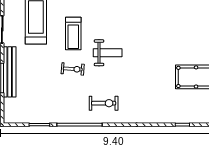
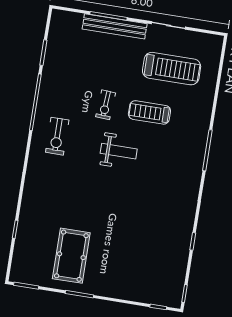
weight bench: (108, 53) -> (119, 151), turned -90

